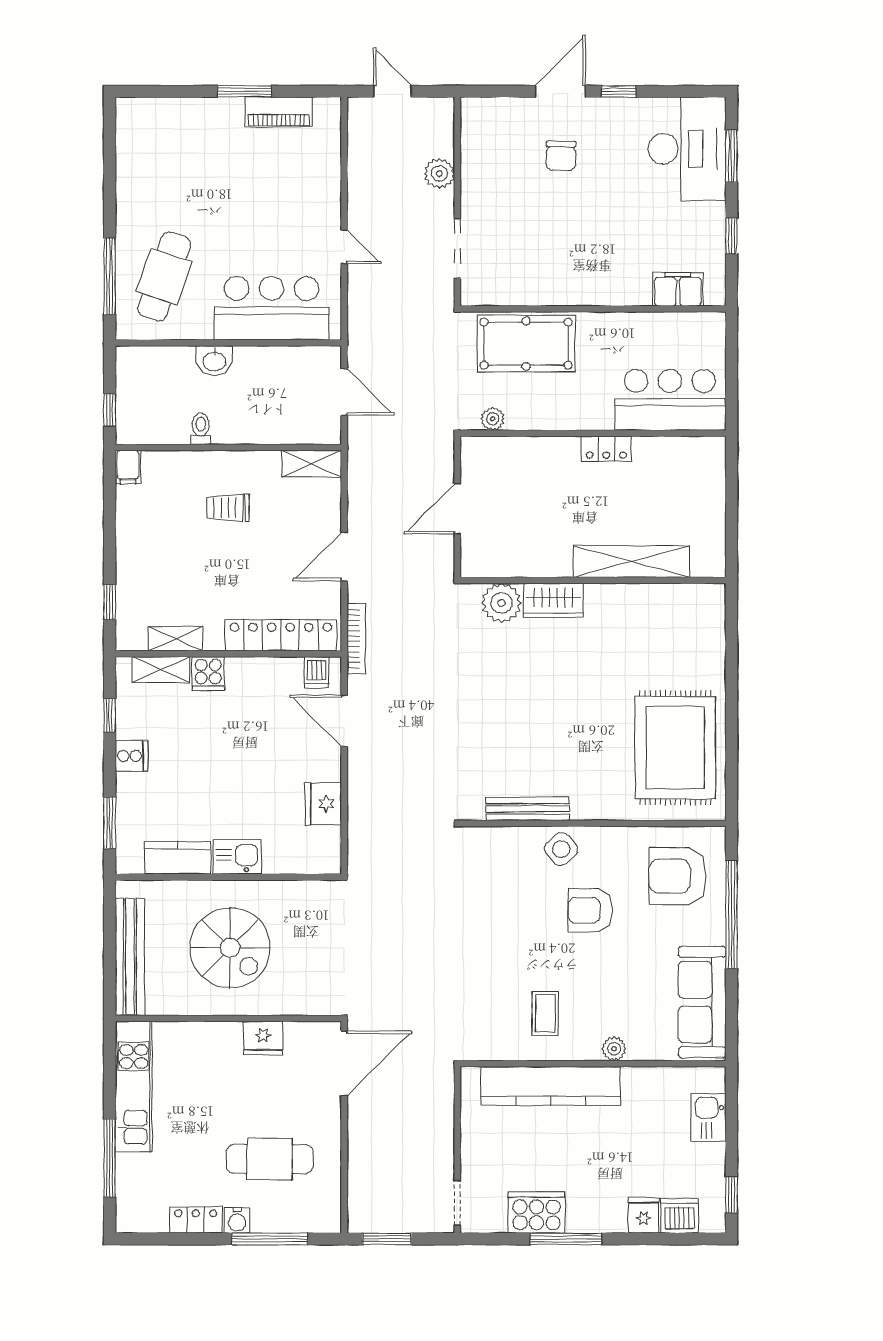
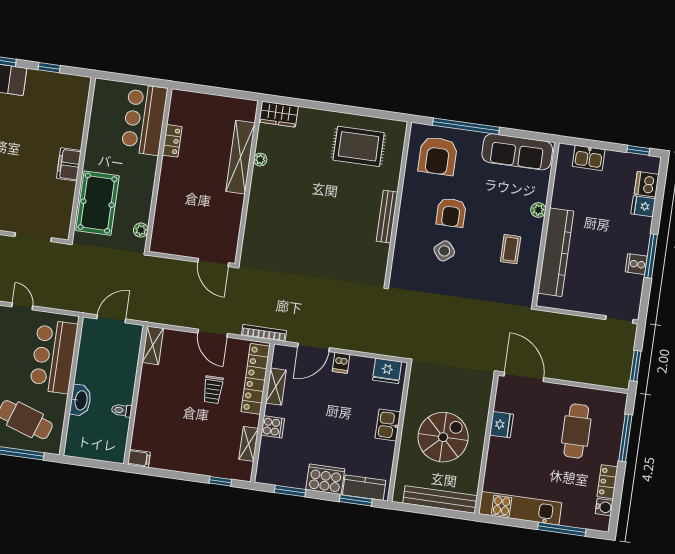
door: (344, 247) -> (22, 306), hinge flipped
filing cabinet: (678, 289) -> (69, 164), moved
washbasin: (214, 361) -> (80, 400), width x1.38
window: (110, 410) -> (102, 465), removed
locker: (606, 449) -> (172, 141), moved
trolley: (228, 508) -> (213, 390), moved
door: (457, 509) -> (213, 262), moved
wardrobe: (553, 600) -> (279, 114), moved, turned 90
plant: (501, 603) -> (260, 160), moved, width x0.53, depth x0.53
shelving: (161, 670) -> (276, 387), moved
dishwasher: (317, 672) -> (341, 363), moved, turned 90
window: (110, 715) -> (290, 491), width x1.50
rug: (675, 748) -> (359, 146), width x0.73, depth x0.69
cooker: (131, 756) -> (325, 479), width x1.87, depth x1.31
fridge: (323, 804) -> (387, 371), moved
bench: (528, 809) -> (387, 217), moved
side table: (561, 849) -> (444, 251), moved
kitchen counter: (178, 858) -> (364, 488), moved, turned 90
coffee table: (545, 1013) -> (511, 249), turned 90
cooker: (537, 1212) -> (636, 264), width x0.53, depth x0.76
water cooler: (237, 1220) -> (604, 507), moved

